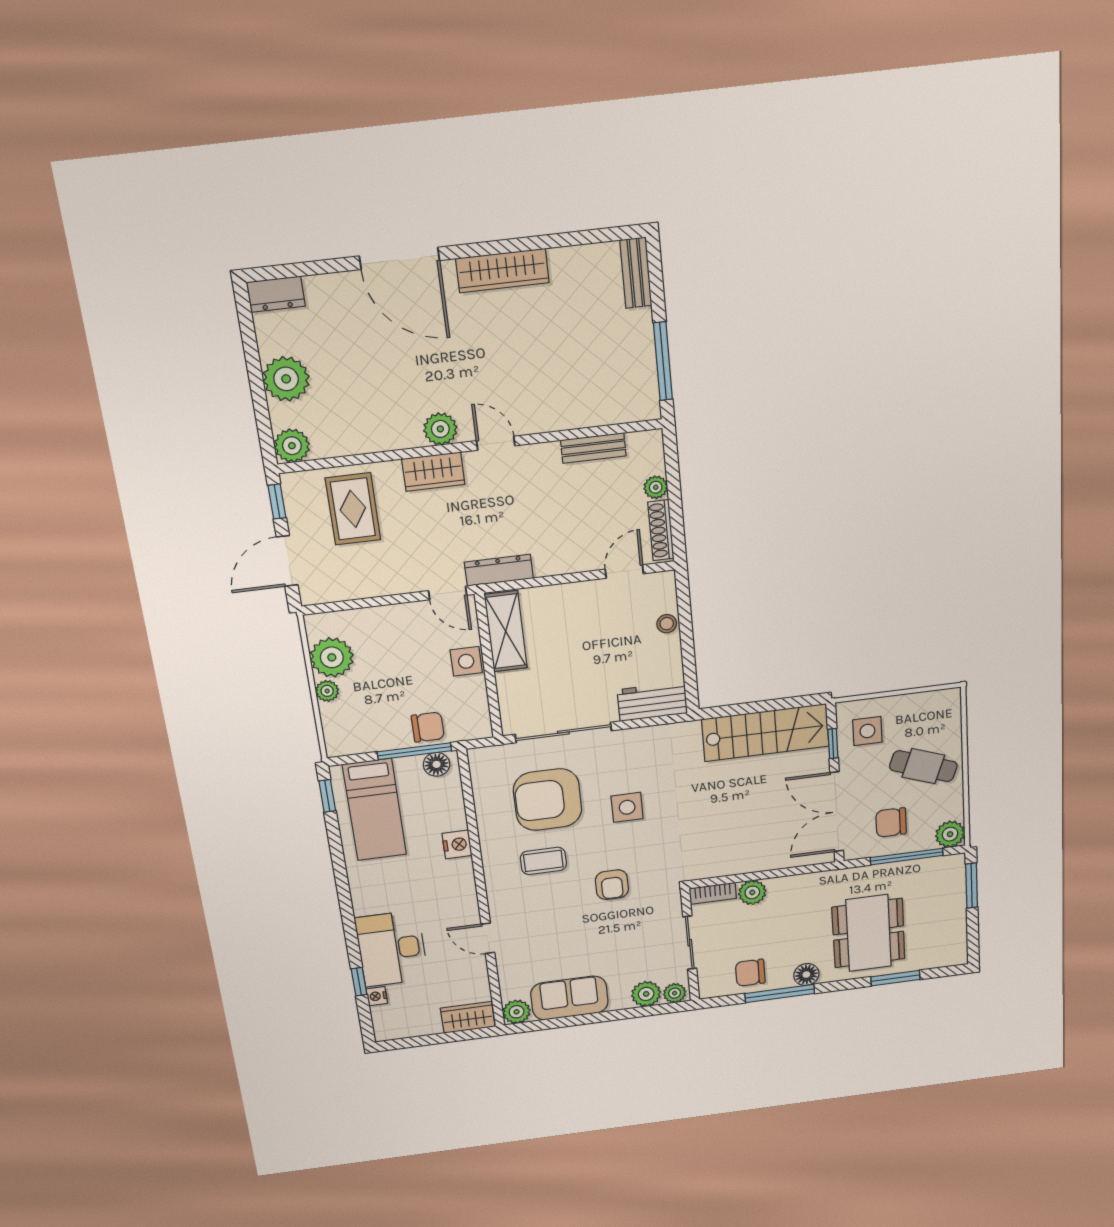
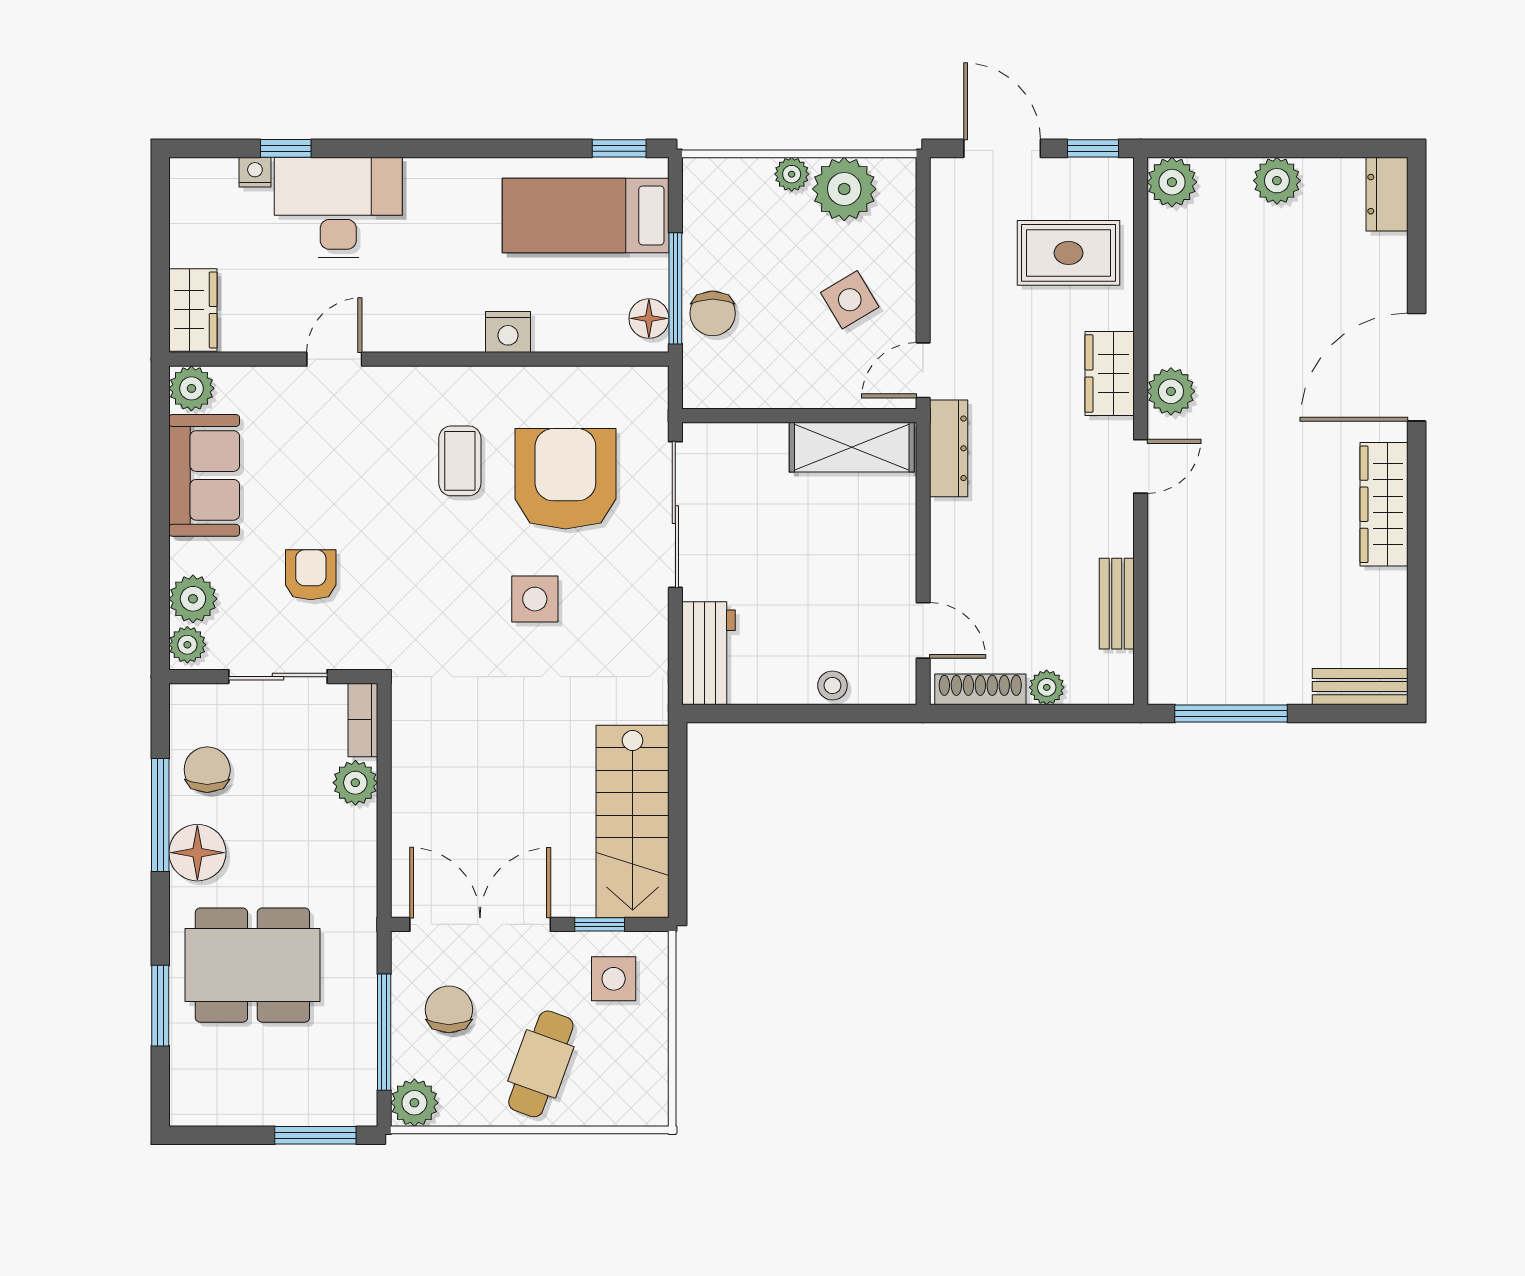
plant: (286, 379) -> (1277, 181), width x0.73, depth x0.73
side table: (466, 661) -> (850, 300), moved, turned -31
armchair: (612, 885) -> (311, 575), moved, turned 90
floor lamp: (806, 975) -> (197, 853), width x1.38, depth x1.38

